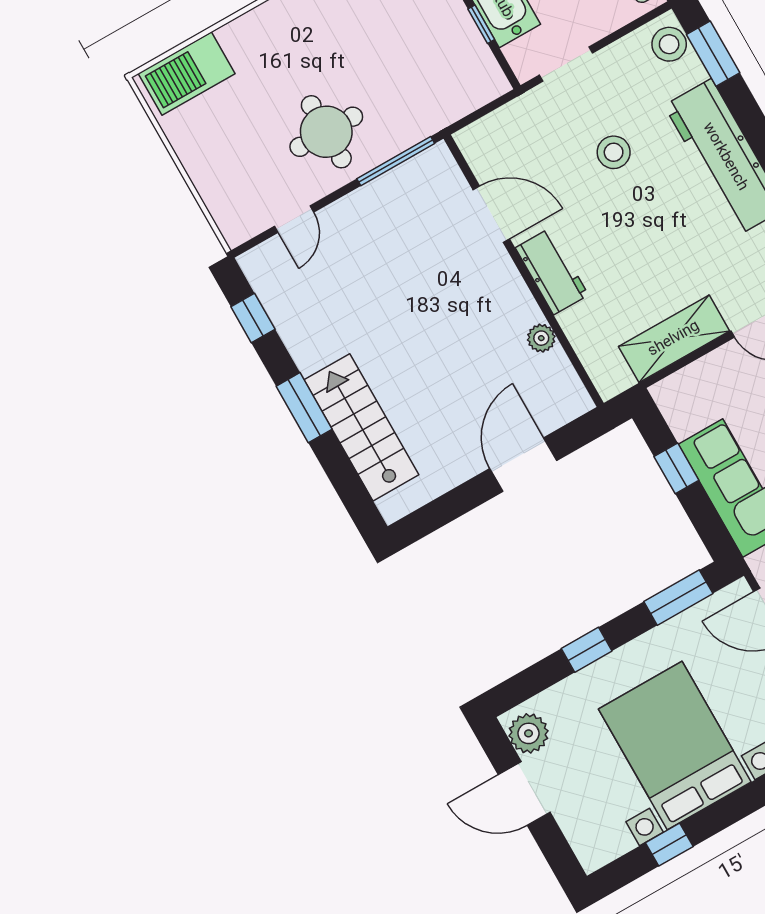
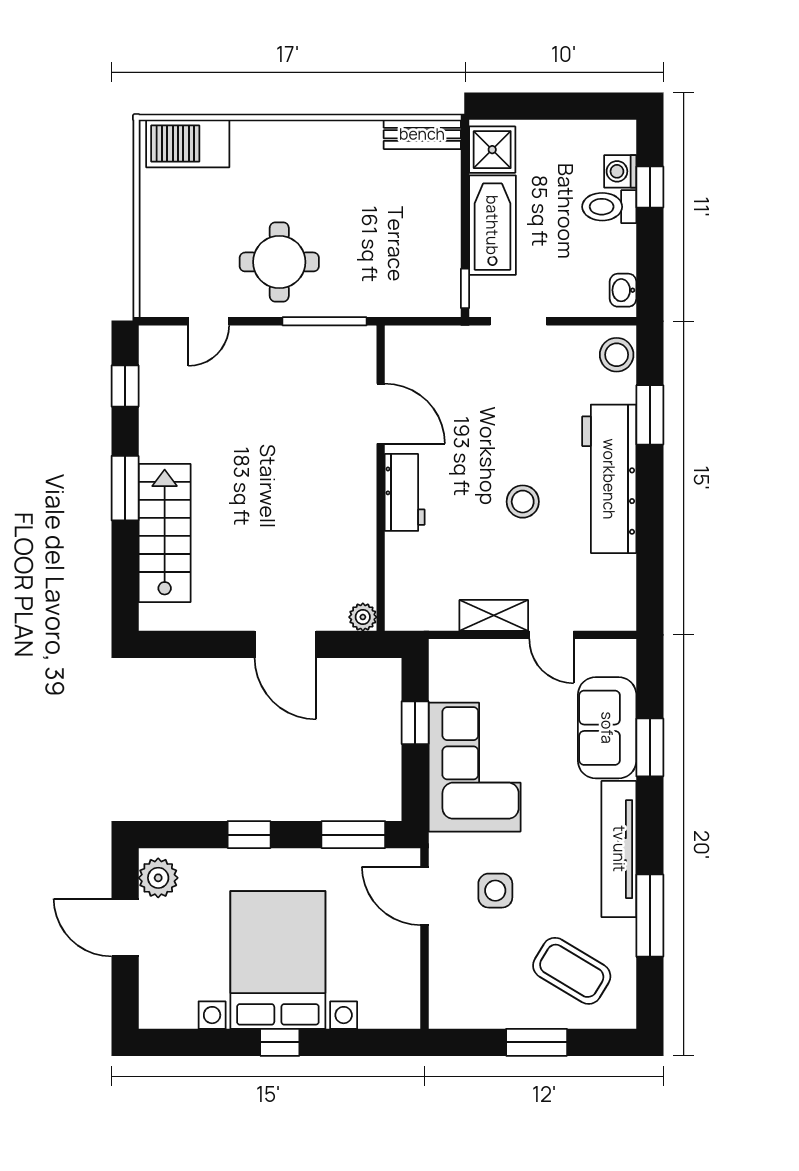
window: (481, 24) -> (465, 288), moved
window: (713, 54) -> (650, 415), moved
stool: (614, 152) -> (523, 502), moved
plant: (541, 338) -> (363, 617), moved
shelving: (674, 339) -> (494, 615), width x0.67, depth x0.75
door: (523, 465) -> (285, 644), swing flipped
window: (669, 845) -> (280, 1042), moved

